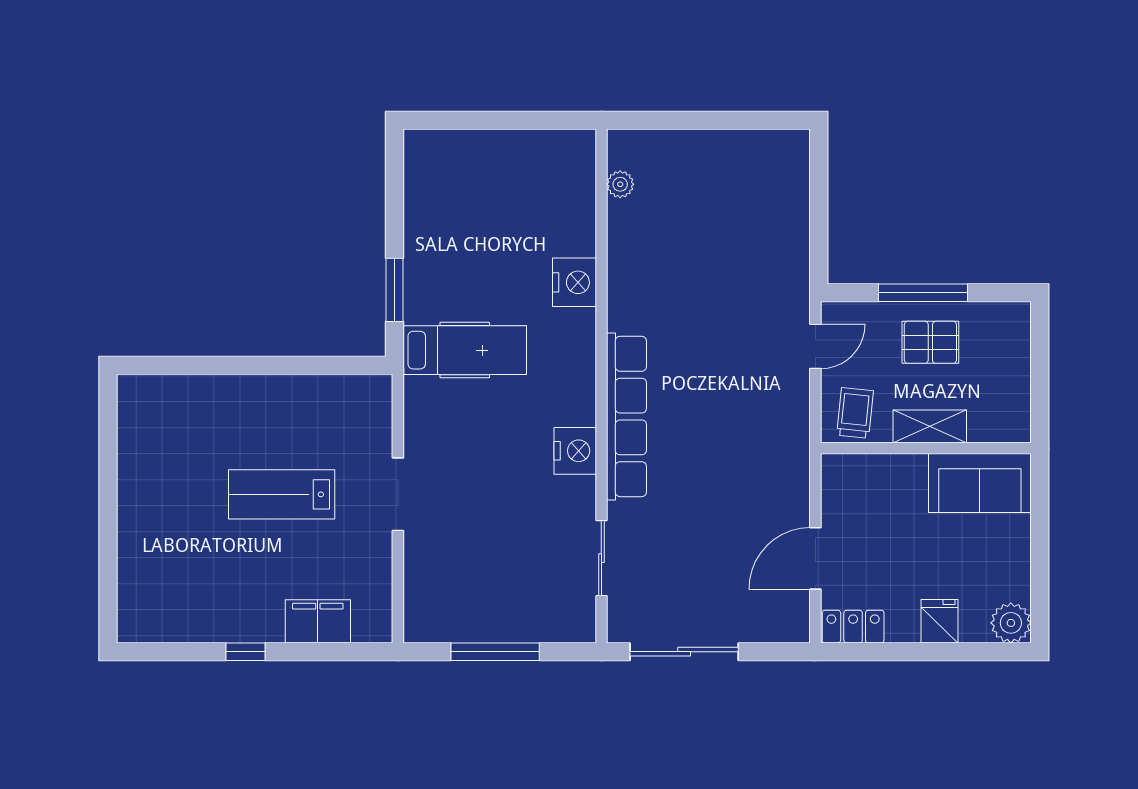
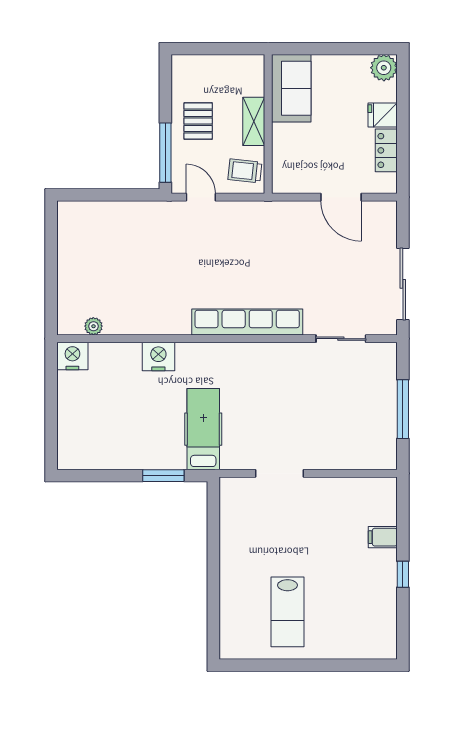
window: (923, 293) -> (165, 153), moved
nightstand: (575, 451) -> (72, 356), moved
lab bench: (282, 494) -> (287, 612), moved
doorway: (398, 494) -> (279, 473), moved
filing cabinet: (318, 621) -> (383, 537), width x0.50
locker: (853, 627) -> (386, 150), moved

